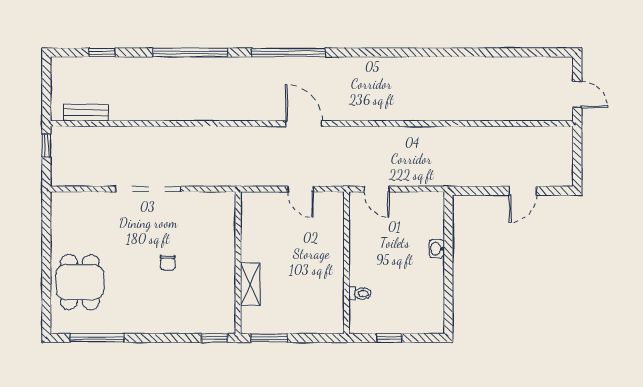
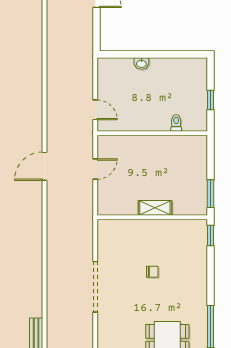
door: (377, 189) -> (95, 110), hinge flipped
shelving: (250, 284) -> (155, 208), moved

